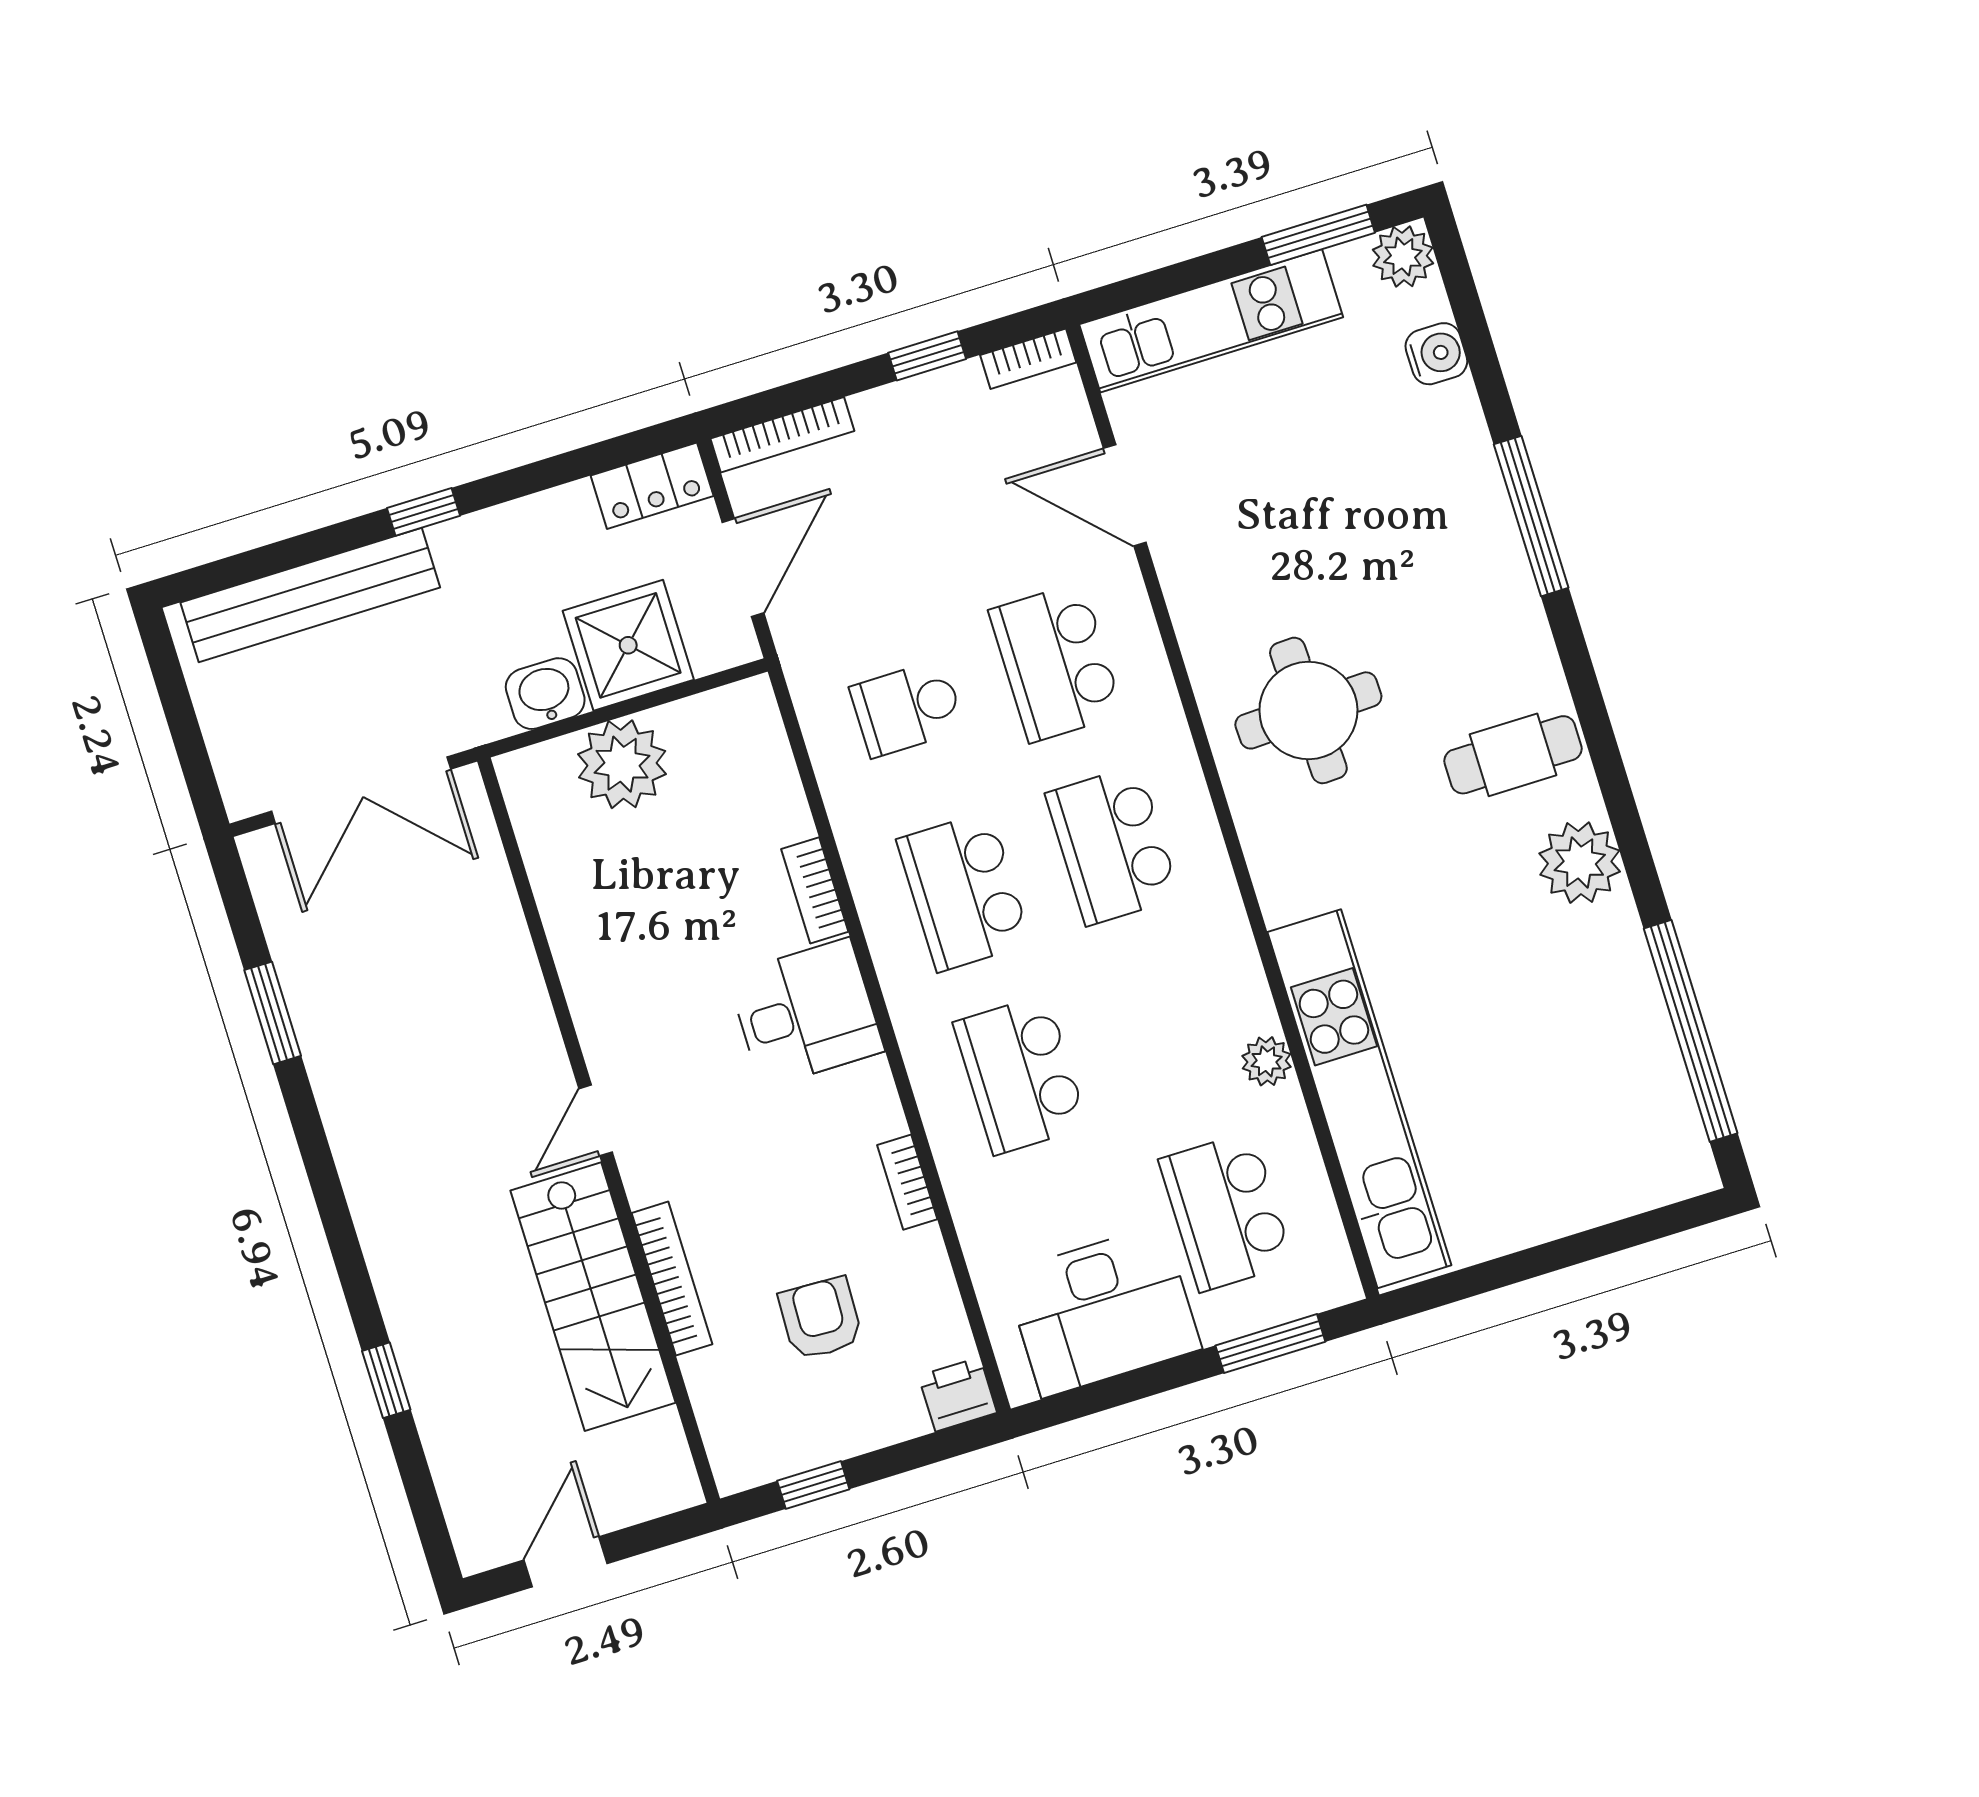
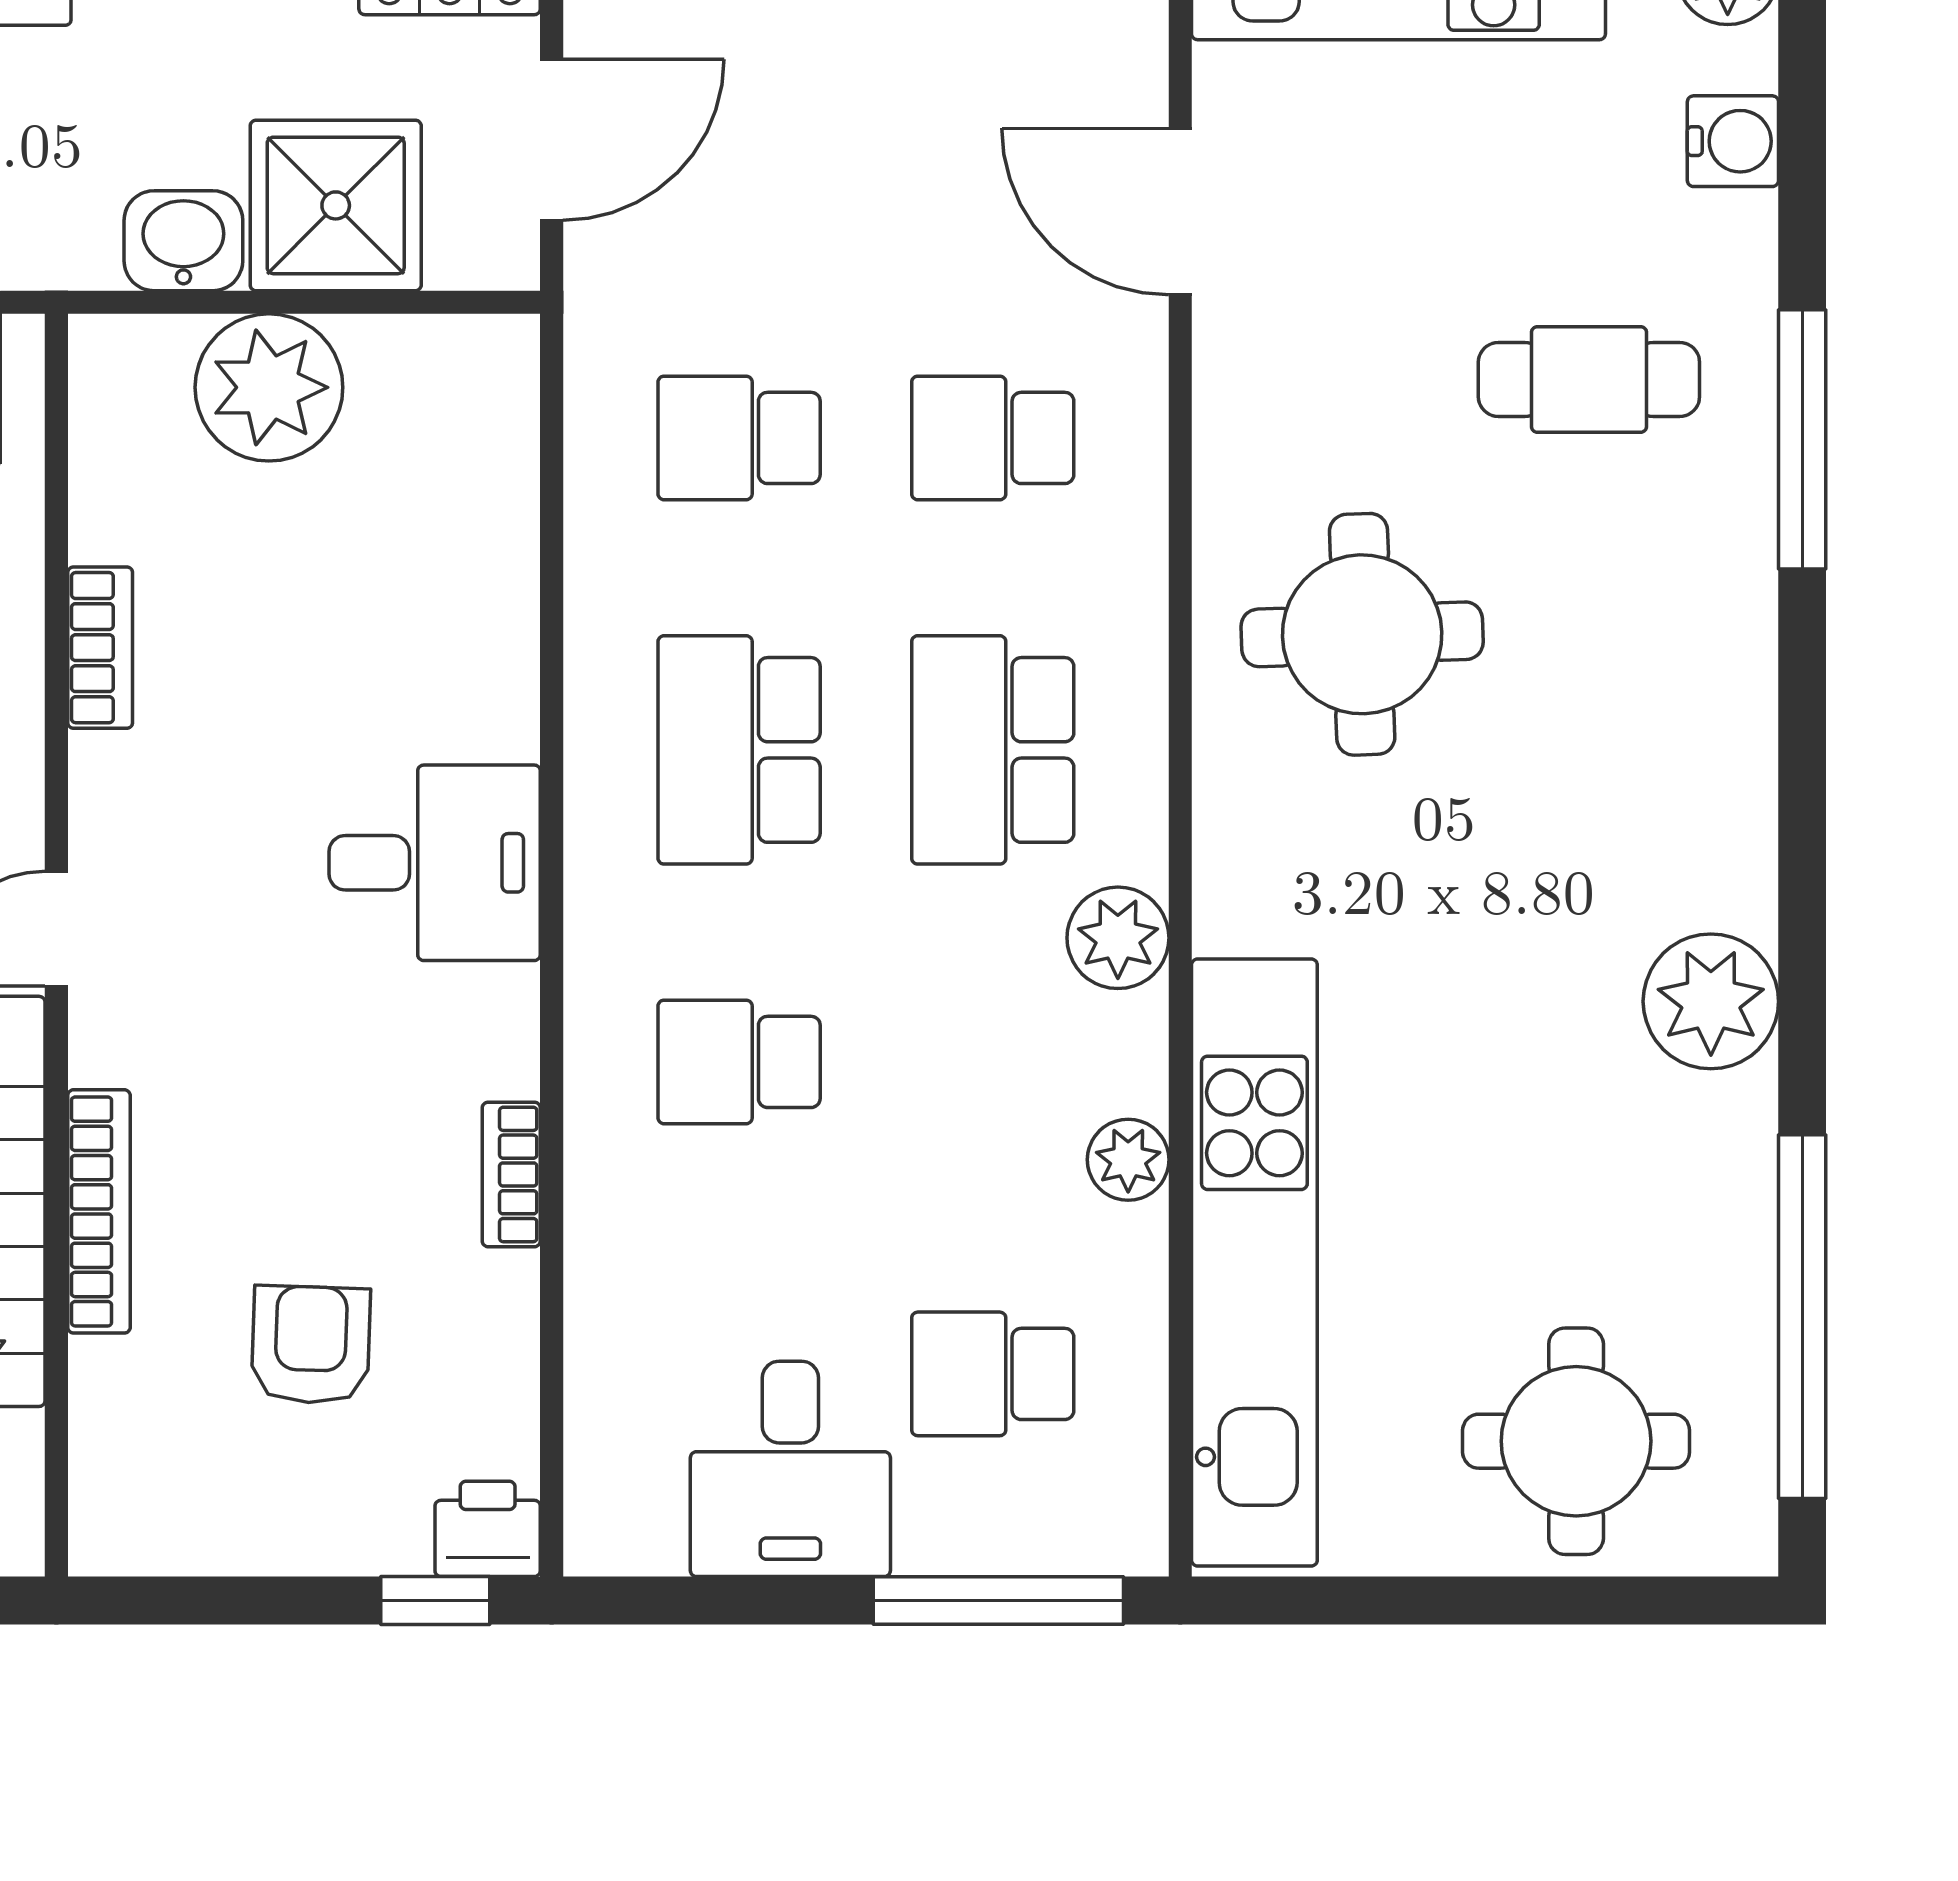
school desk: (1056, 662) -> (993, 438), width x0.54
cafe table: (1513, 755) -> (1589, 379), moved
bookcase: (815, 890) -> (100, 648), moved, turned 180
plant: (1220, 933) -> (1118, 938), added
school desk: (1020, 1075) -> (739, 1062), width x0.54
round table: (1581, 1145) -> (1576, 1441), added
school desk: (1226, 1212) -> (993, 1374), width x0.54
desk: (1103, 1311) -> (790, 1469), width x0.73
window: (1270, 1344) -> (998, 1600), width x1.44
window: (813, 1485) -> (435, 1600), moved

